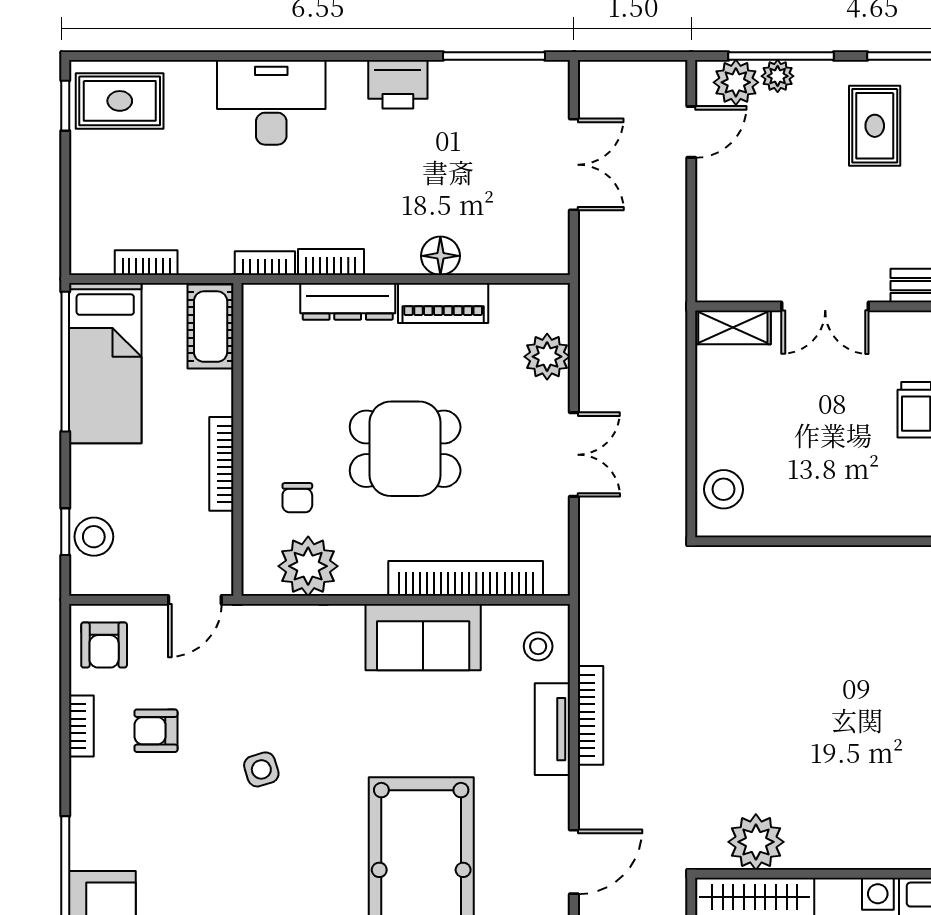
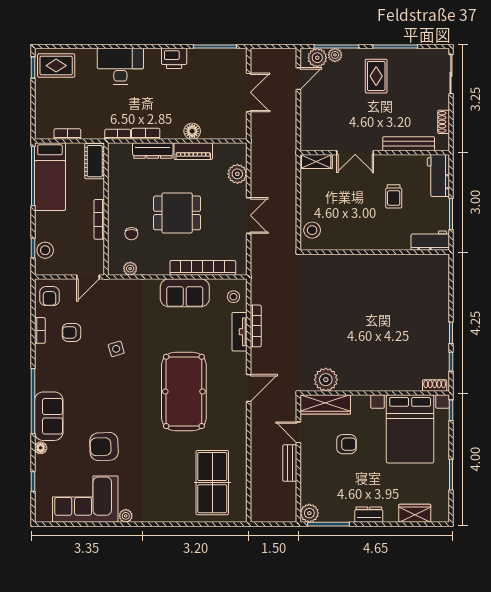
plant: (308, 566) -> (130, 269), width x0.53, depth x0.53

